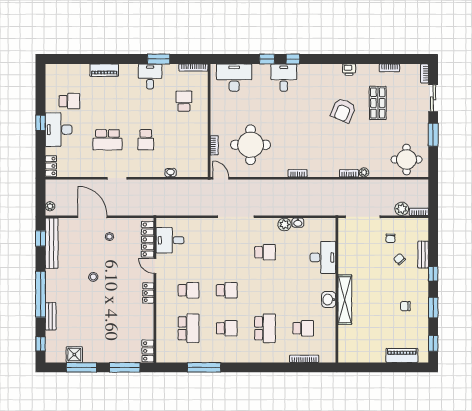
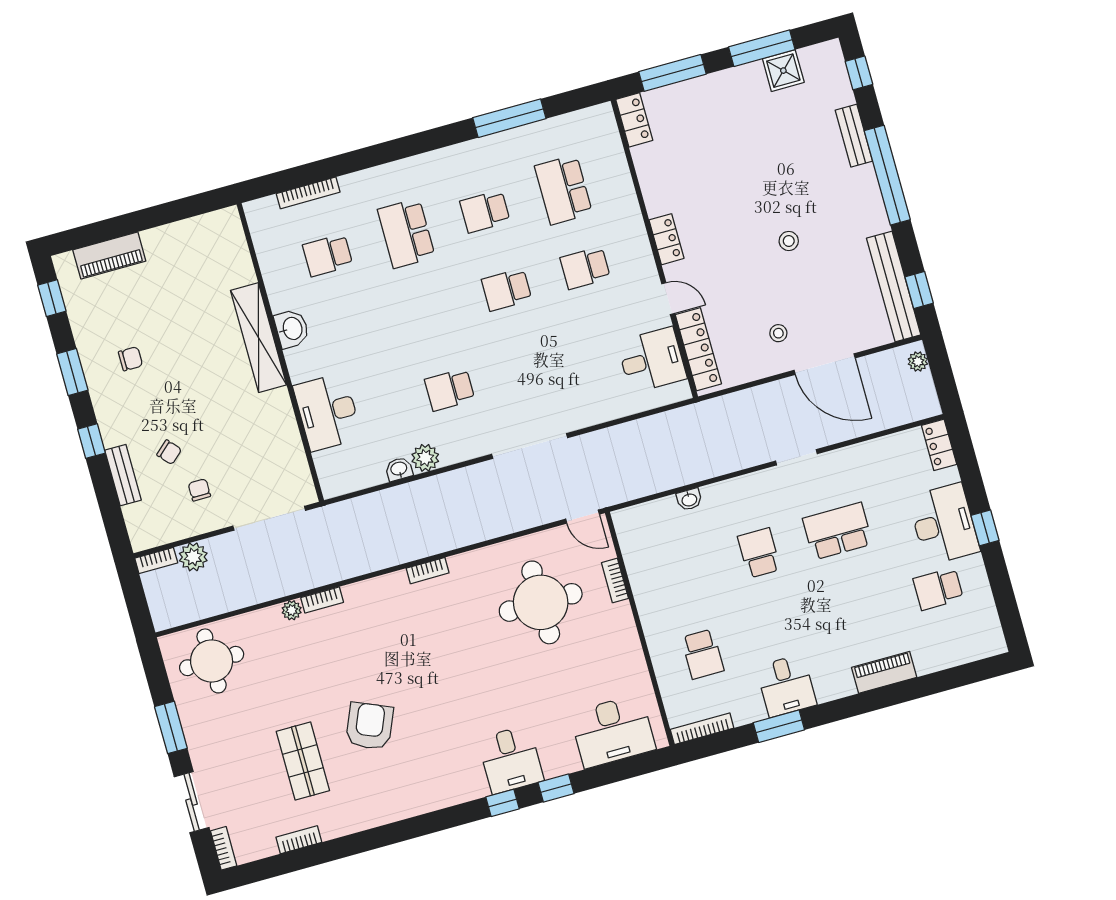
printer: (349, 70) -> (381, 813), removed

